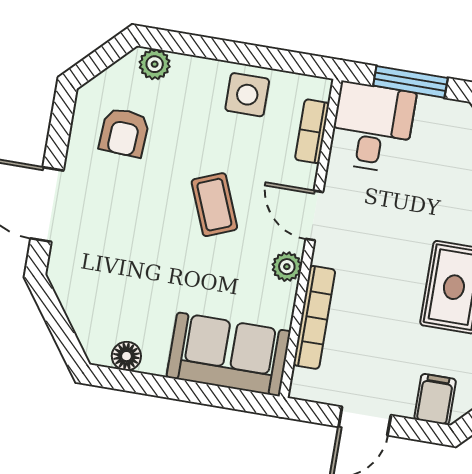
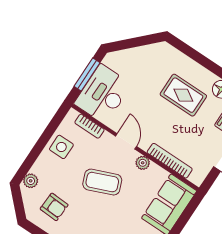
desk: (372, 127) -> (103, 94), width x1.37
coffee table: (214, 205) -> (102, 182), width x1.36, depth x1.30
door: (314, 216) -> (126, 141), swing flipped

